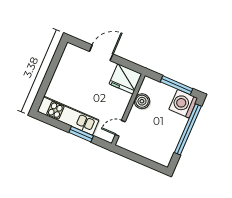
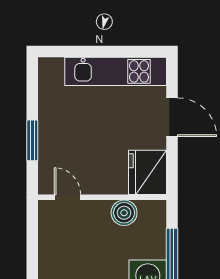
kitchen unit: (68, 116) -> (116, 71), moved, turned 90

